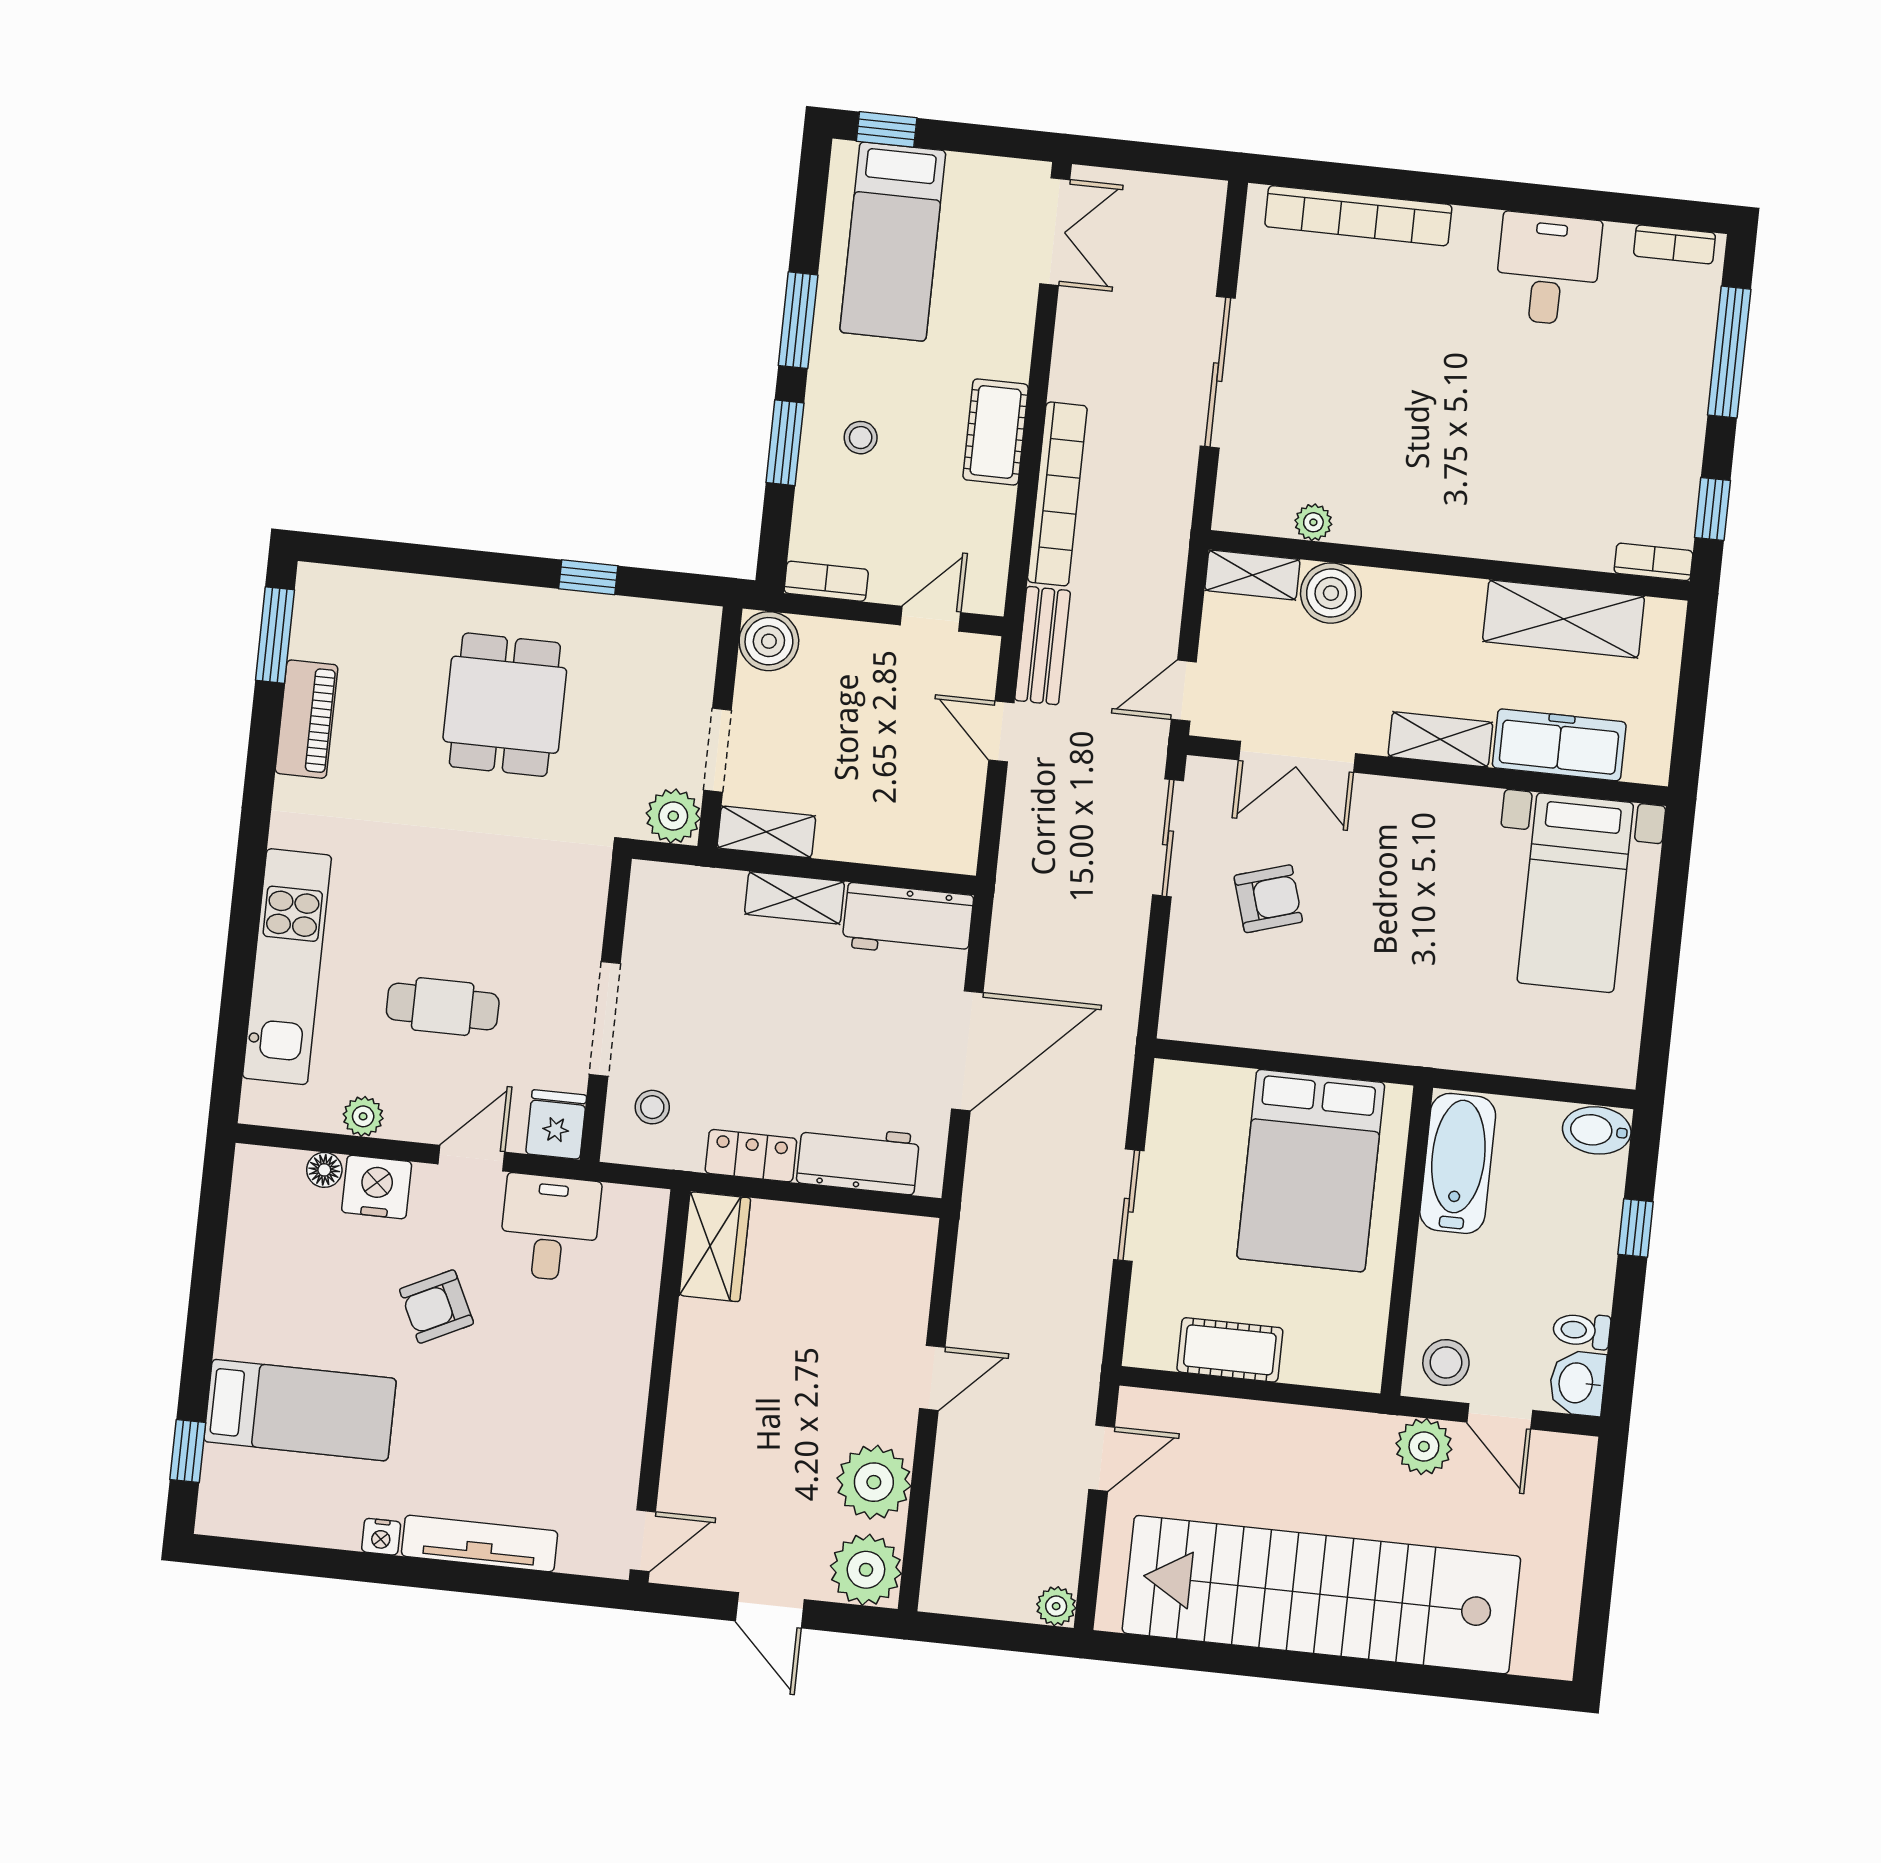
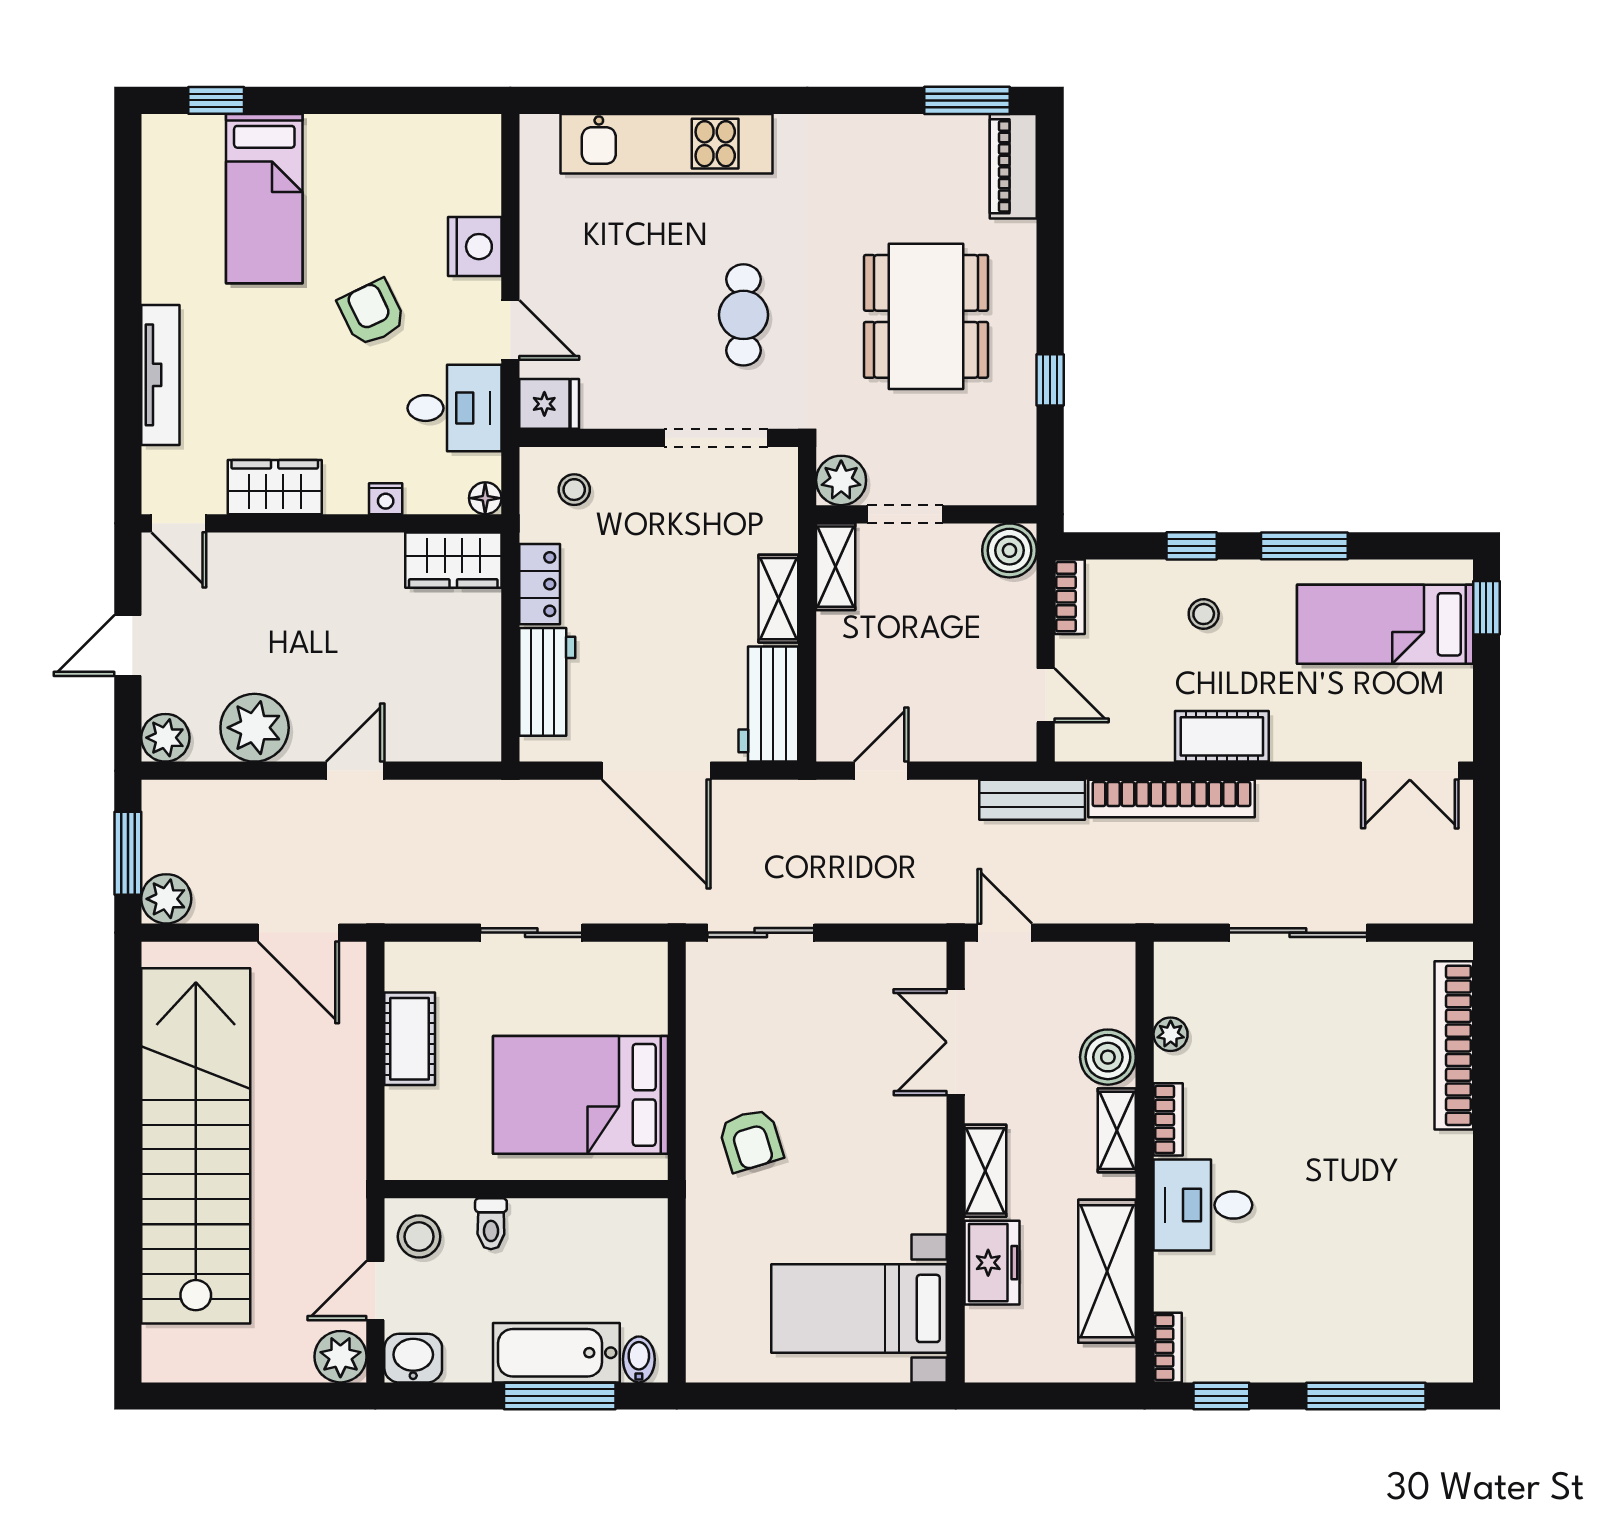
bookcase: (1675, 244) -> (1168, 1119), moved, turned 180
desk: (1548, 269) -> (1203, 1205), moved, turned 180
window: (785, 443) -> (1192, 546), width x0.67
shelving: (1252, 575) -> (1117, 1130), moved
dining table: (505, 705) -> (926, 316), width x1.38
piano: (307, 719) -> (1013, 166), moved, turned 90
door: (1001, 731) -> (881, 771), moved
freezer: (1559, 745) -> (992, 1263), width x0.71
sliding door: (1168, 838) -> (761, 933), moved
armchair: (1268, 899) -> (751, 1140), moved
cafe table: (443, 1007) -> (743, 315), moved
doorway: (605, 1019) -> (716, 438), moved
plant: (363, 1116) -> (538, 227), removed
bidet: (1597, 1130) -> (639, 1359), width x0.72, depth x0.74
bathtub: (1458, 1163) -> (556, 1353), moved, turned 180
floor lamp: (324, 1170) -> (485, 498), moved
window: (1636, 1228) -> (560, 1396), width x2.17
toilet: (1582, 1330) -> (491, 1224), moved, turned 180
door: (932, 1378) -> (355, 771), swing flipped
wardrobe: (615, 1432) -> (275, 487), added
plant: (1424, 1446) -> (340, 1357), moved
door: (1102, 1458) -> (299, 933), width x1.38
nightstand: (381, 1537) -> (386, 499), moved, turned -90
plant: (866, 1570) -> (165, 738), width x0.73, depth x0.73
plant: (1056, 1606) -> (166, 899), width x1.38, depth x1.38
window: (996, 1634) -> (128, 853), added

